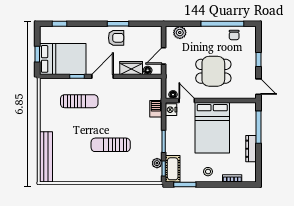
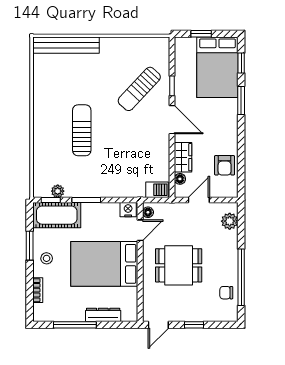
window: (118, 24) -> (241, 100), moved
armchair: (116, 38) -> (225, 165), moved
door: (164, 56) -> (199, 200), hinge flipped
bed: (63, 59) -> (217, 67), moved
dining table: (213, 71) -> (179, 265), turned 90
sun lounger: (79, 101) -> (139, 89), turned 43
barbecue: (156, 109) -> (157, 190), moved
window: (259, 127) -> (75, 325), moved
dresser: (251, 149) -> (103, 315), moved
cot: (173, 169) -> (57, 215), width x1.37, depth x1.34
window: (185, 185) -> (30, 246), moved

